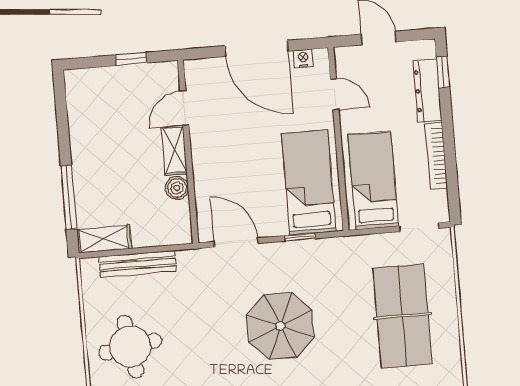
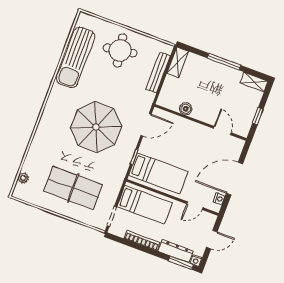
nightstand: (427, 48) -> (196, 261), added
window: (443, 72) -> (181, 263), width x1.50
shelving: (174, 150) -> (254, 82), moved
window: (69, 197) -> (224, 62), moved
parasol: (280, 326) -> (96, 127), width x1.36, depth x1.36

